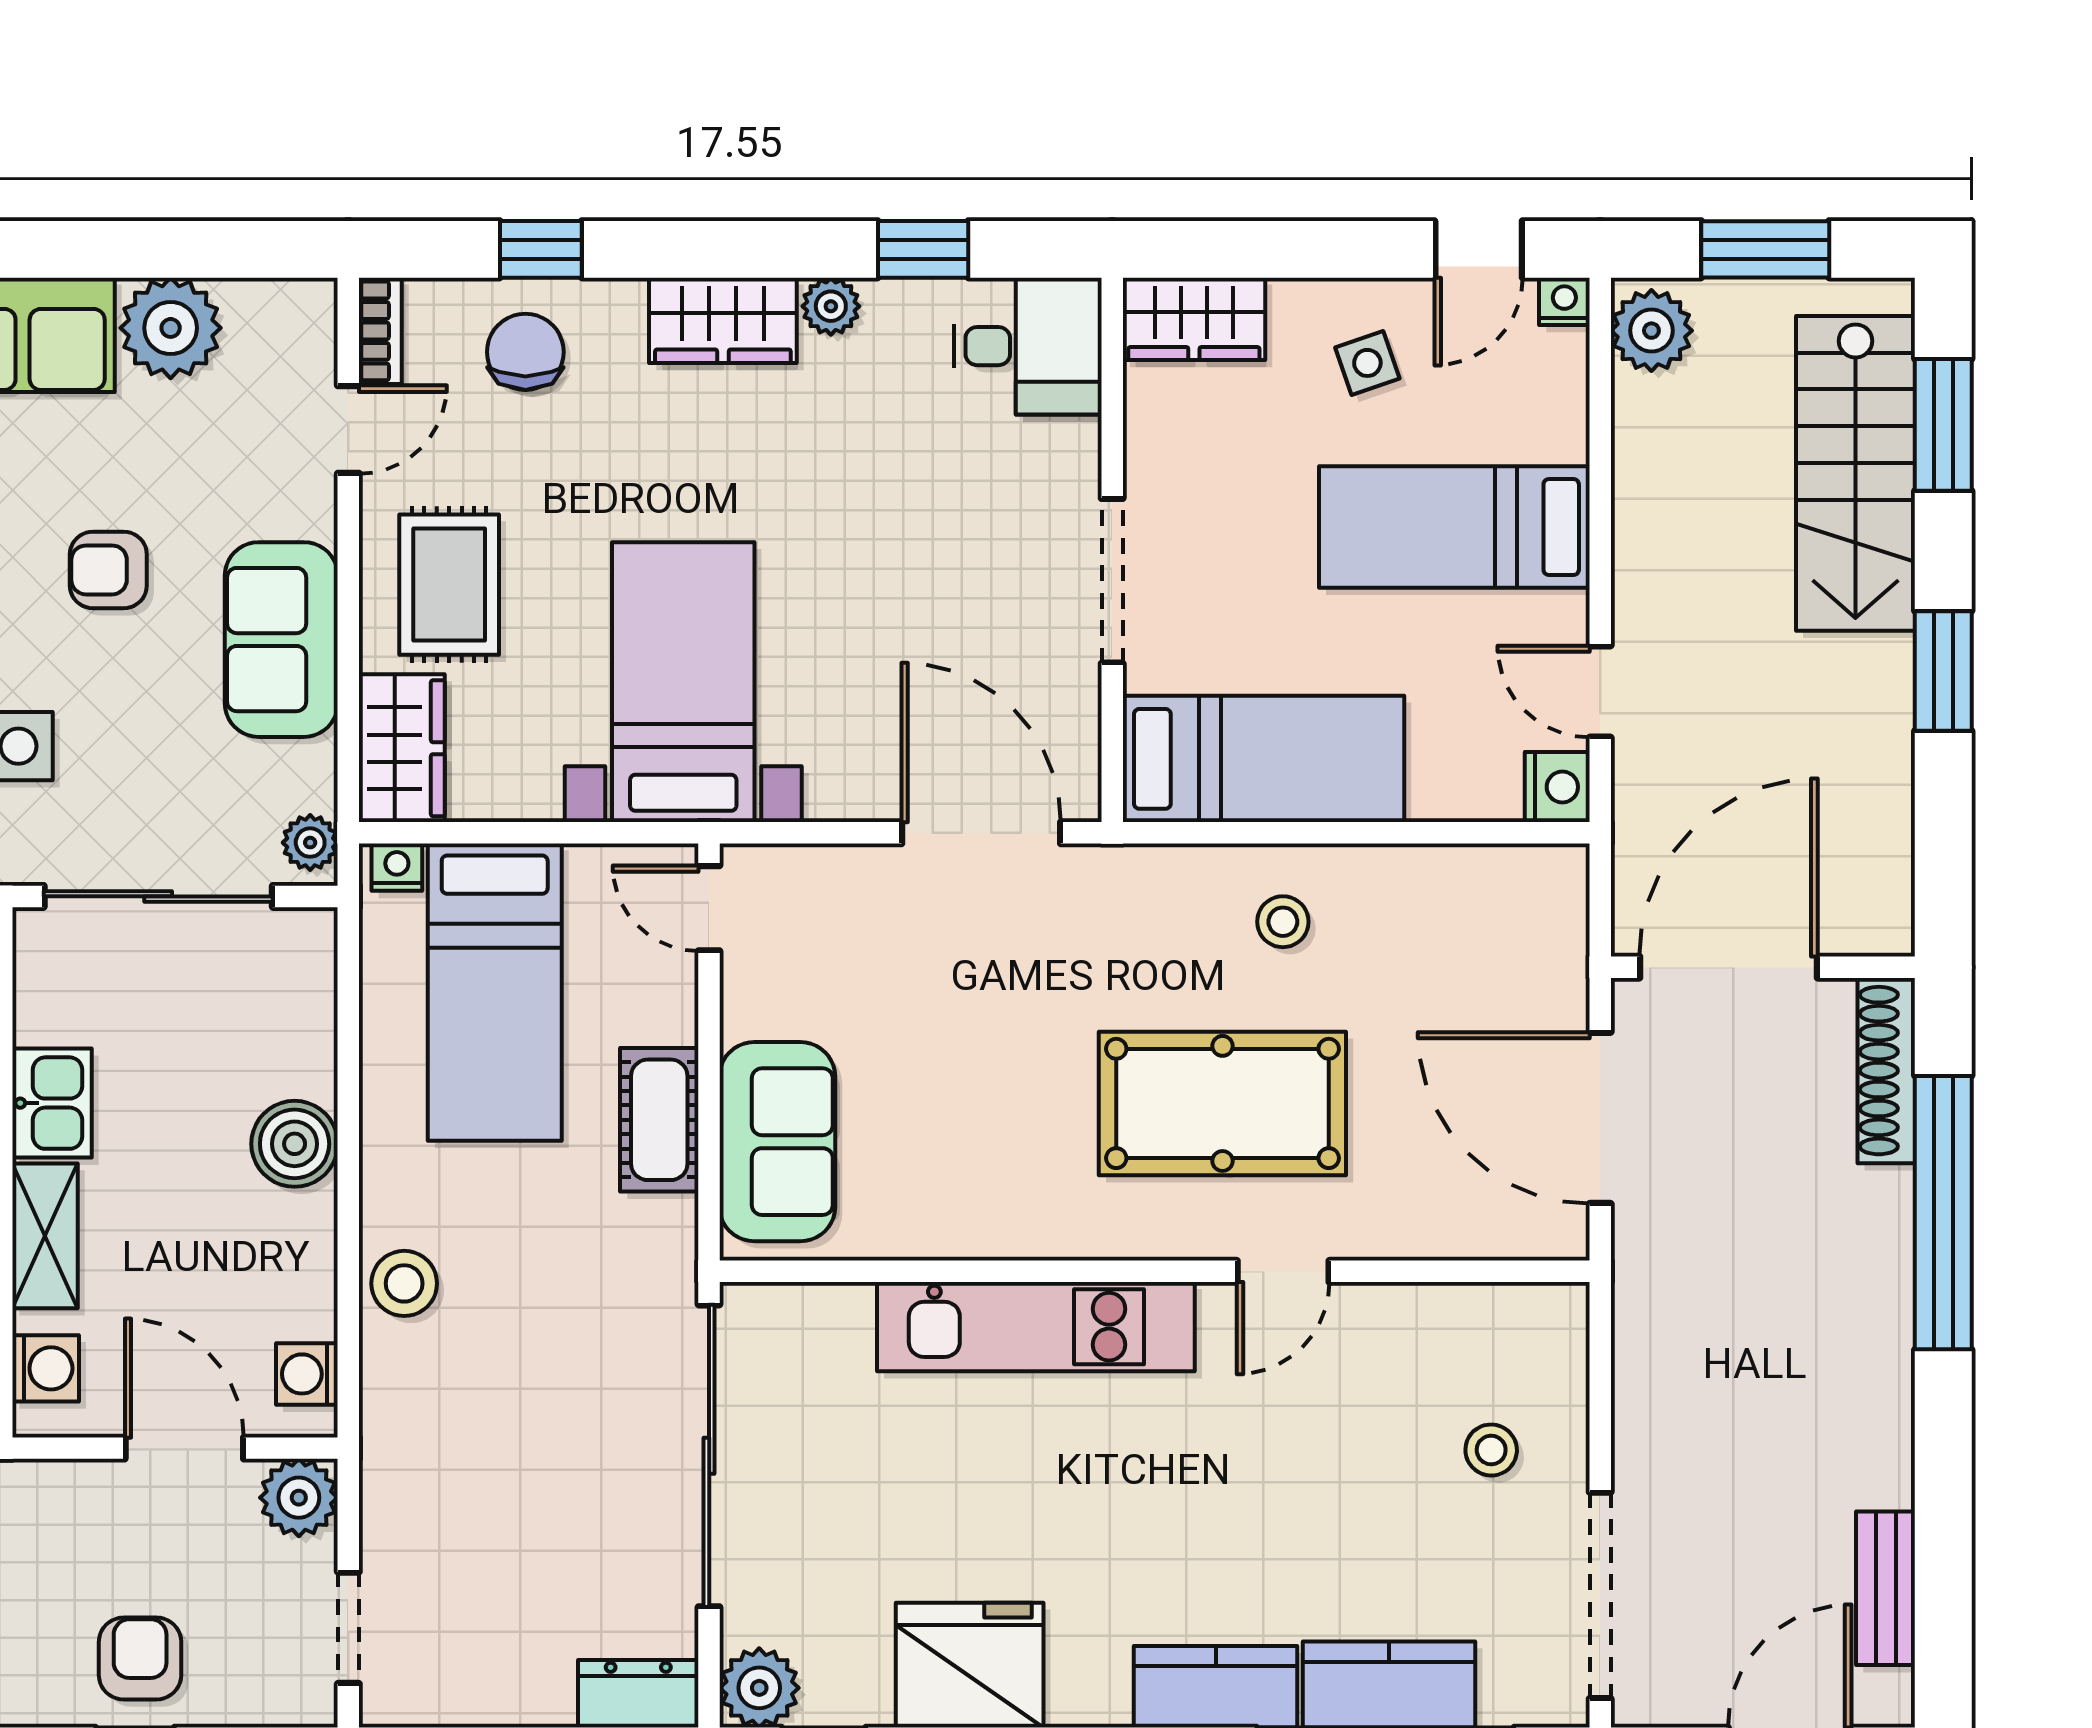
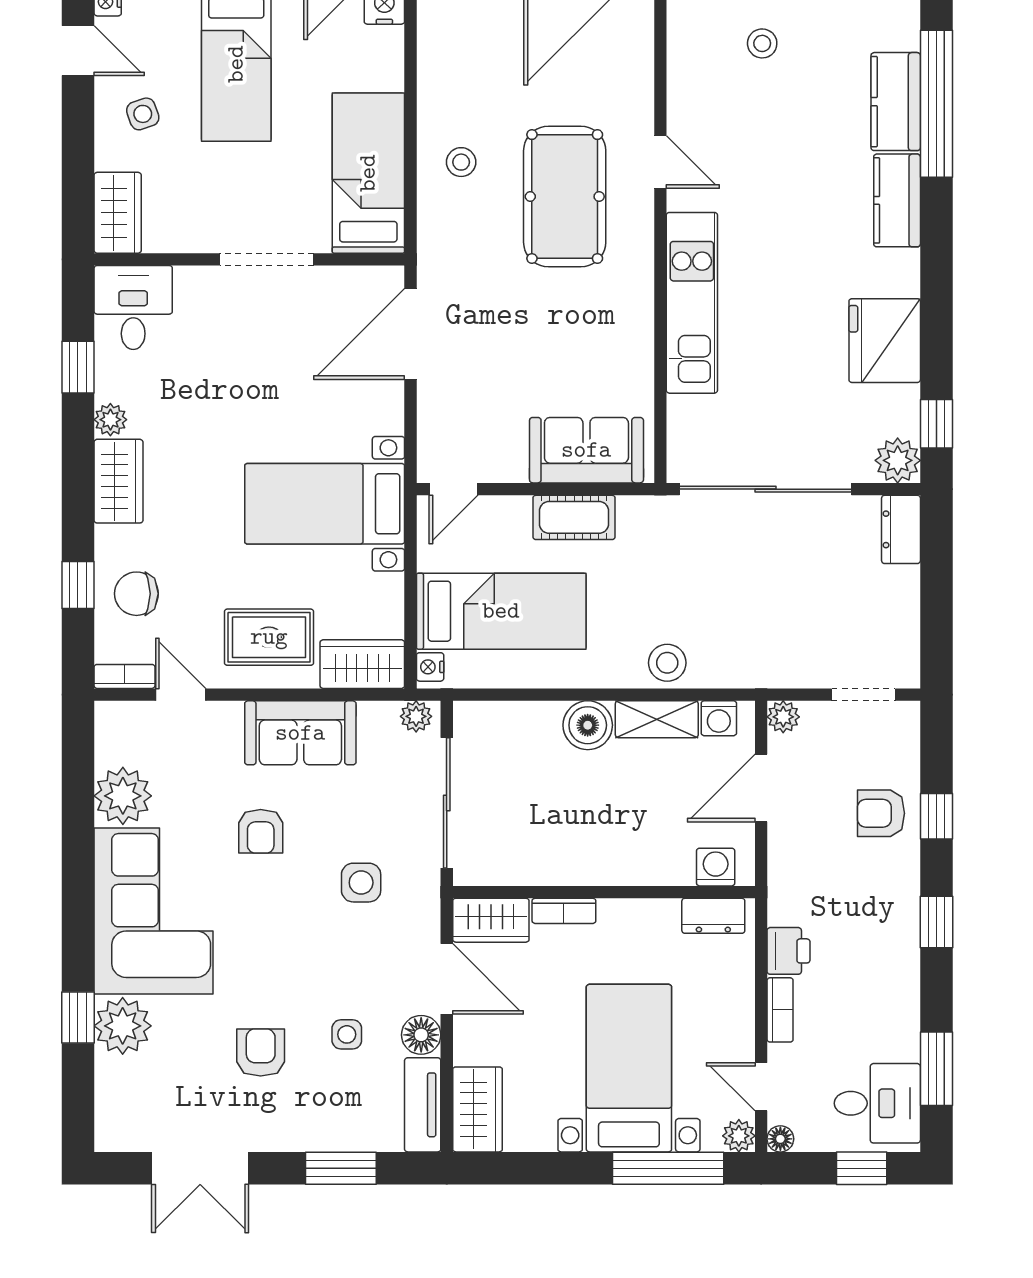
kitchen sink: (52, 1103) -> (564, 863), removed
shelving: (45, 1236) -> (657, 719), moved
plant: (299, 1498) -> (783, 717), width x0.73, depth x0.73

